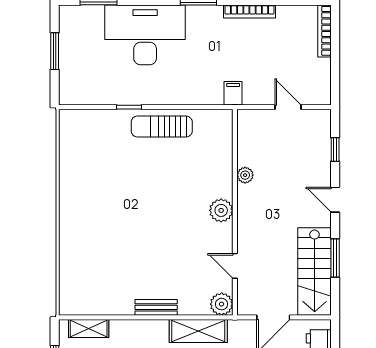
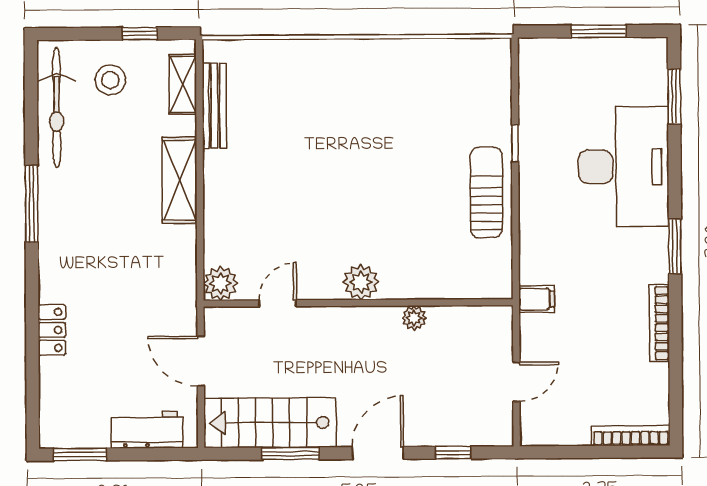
door: (335, 200) -> (378, 453), width x1.38
bench: (156, 307) -> (214, 106), moved, width x1.36
shelving: (198, 331) -> (179, 180), moved

